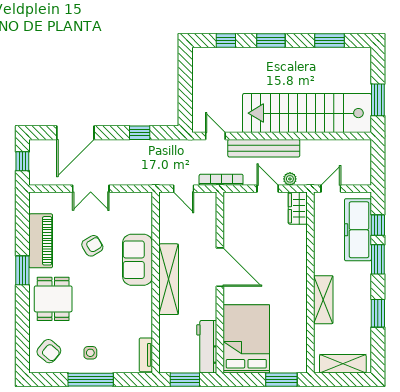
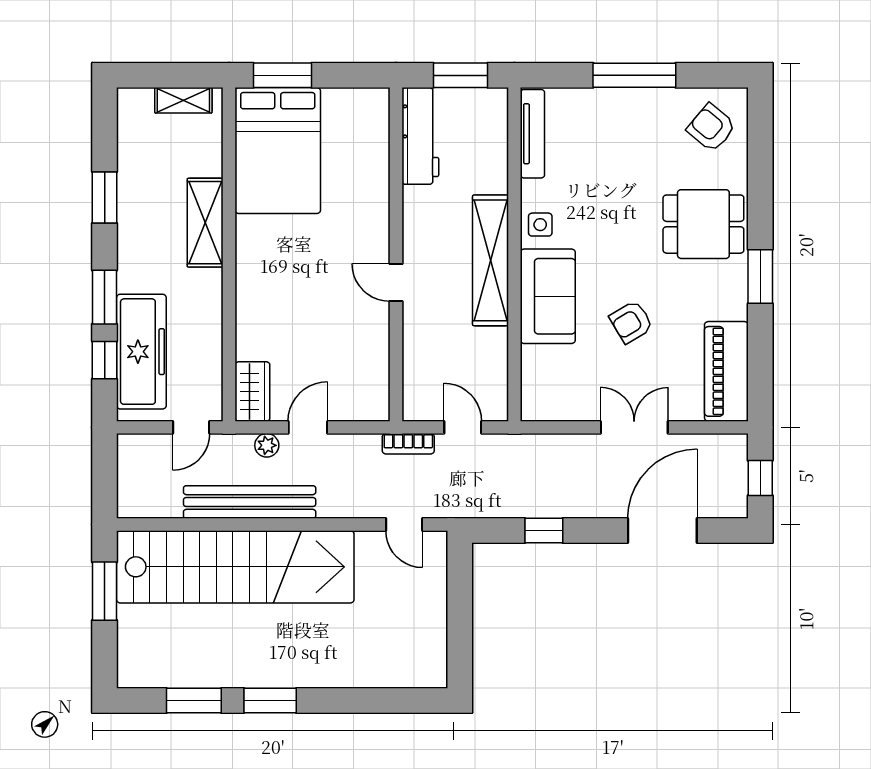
window: (226, 41) -> (385, 701), removed
window: (271, 41) -> (270, 701), moved
bench: (264, 148) -> (250, 502), moved
bookcase: (221, 180) -> (408, 444), width x0.64
door: (268, 189) -> (308, 427), swing flipped
piano: (41, 241) -> (726, 371), moved
door: (220, 267) -> (396, 283), width x0.53
dining table: (53, 299) -> (703, 224), turned 90
bed: (246, 339) -> (278, 151), moved
side table: (90, 353) -> (540, 225), moved
tv unit: (146, 355) -> (532, 134), width x1.41
shelving: (343, 364) -> (183, 100), width x0.67, depth x0.75

